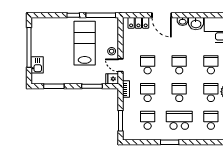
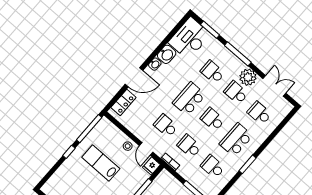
lab bench: (85, 43) -> (101, 163), width x0.73, depth x0.72
door: (121, 65) -> (146, 149), hinge flipped
school desk: (179, 65) -> (189, 99), width x1.85

